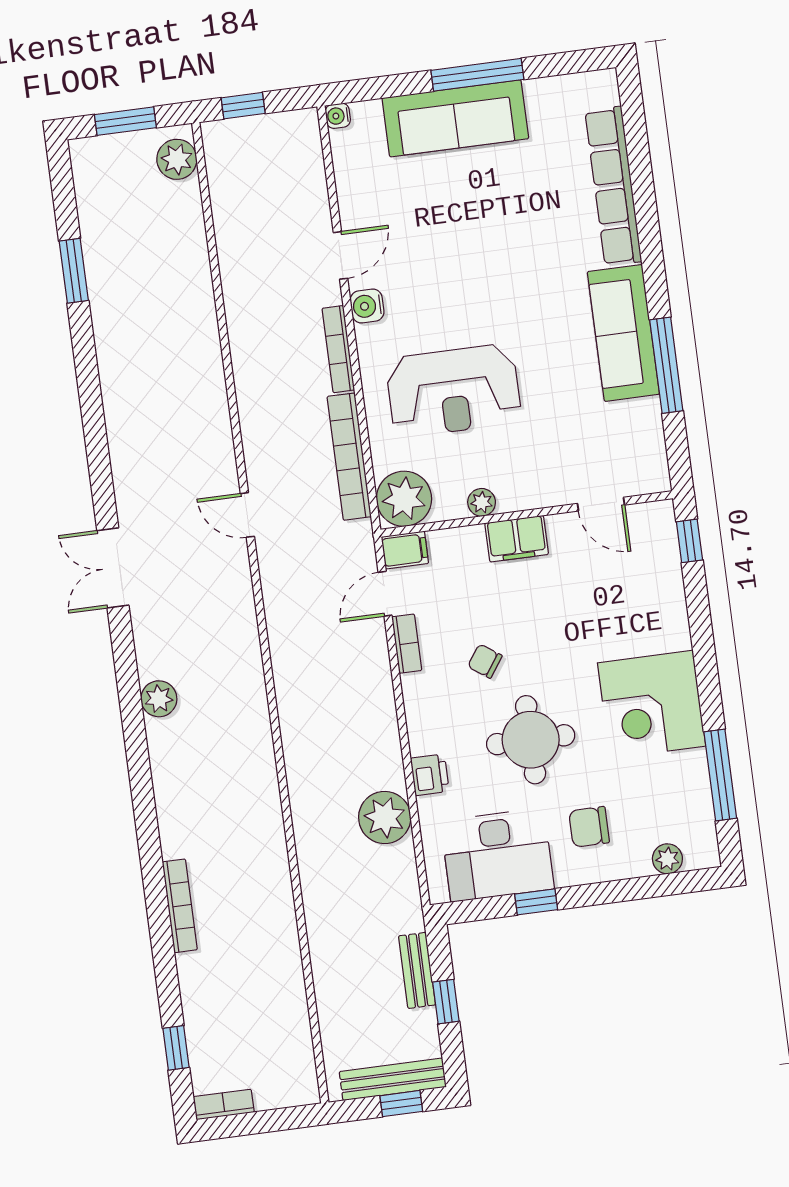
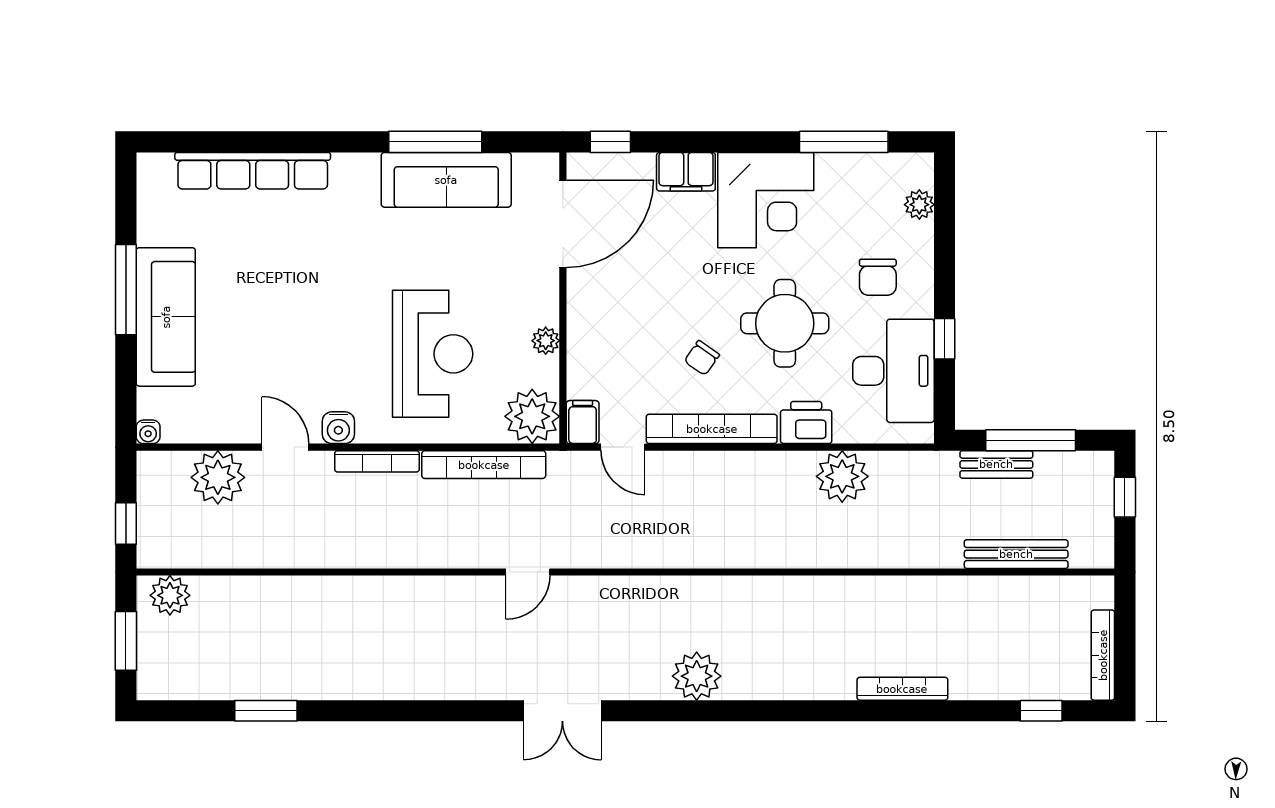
plant: (301, 192) -> (218, 477), added
sofa: (623, 333) -> (446, 180), moved
door: (601, 504) -> (563, 224), width x1.87
filing cabinet: (517, 539) -> (686, 172), moved, turned 90
bookcase: (407, 644) -> (712, 429), width x2.31, depth x1.31
plant: (159, 699) -> (697, 676), width x1.36, depth x1.36
printer: (430, 775) -> (806, 423), width x1.36, depth x1.24
window: (446, 1002) -> (1031, 440), width x2.17
bench: (393, 1079) -> (1016, 554), moved, turned 90
bookcase: (224, 1105) -> (1103, 655), width x1.56

